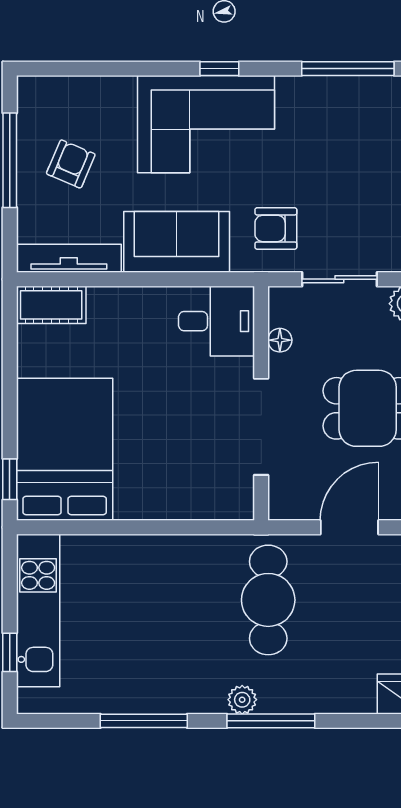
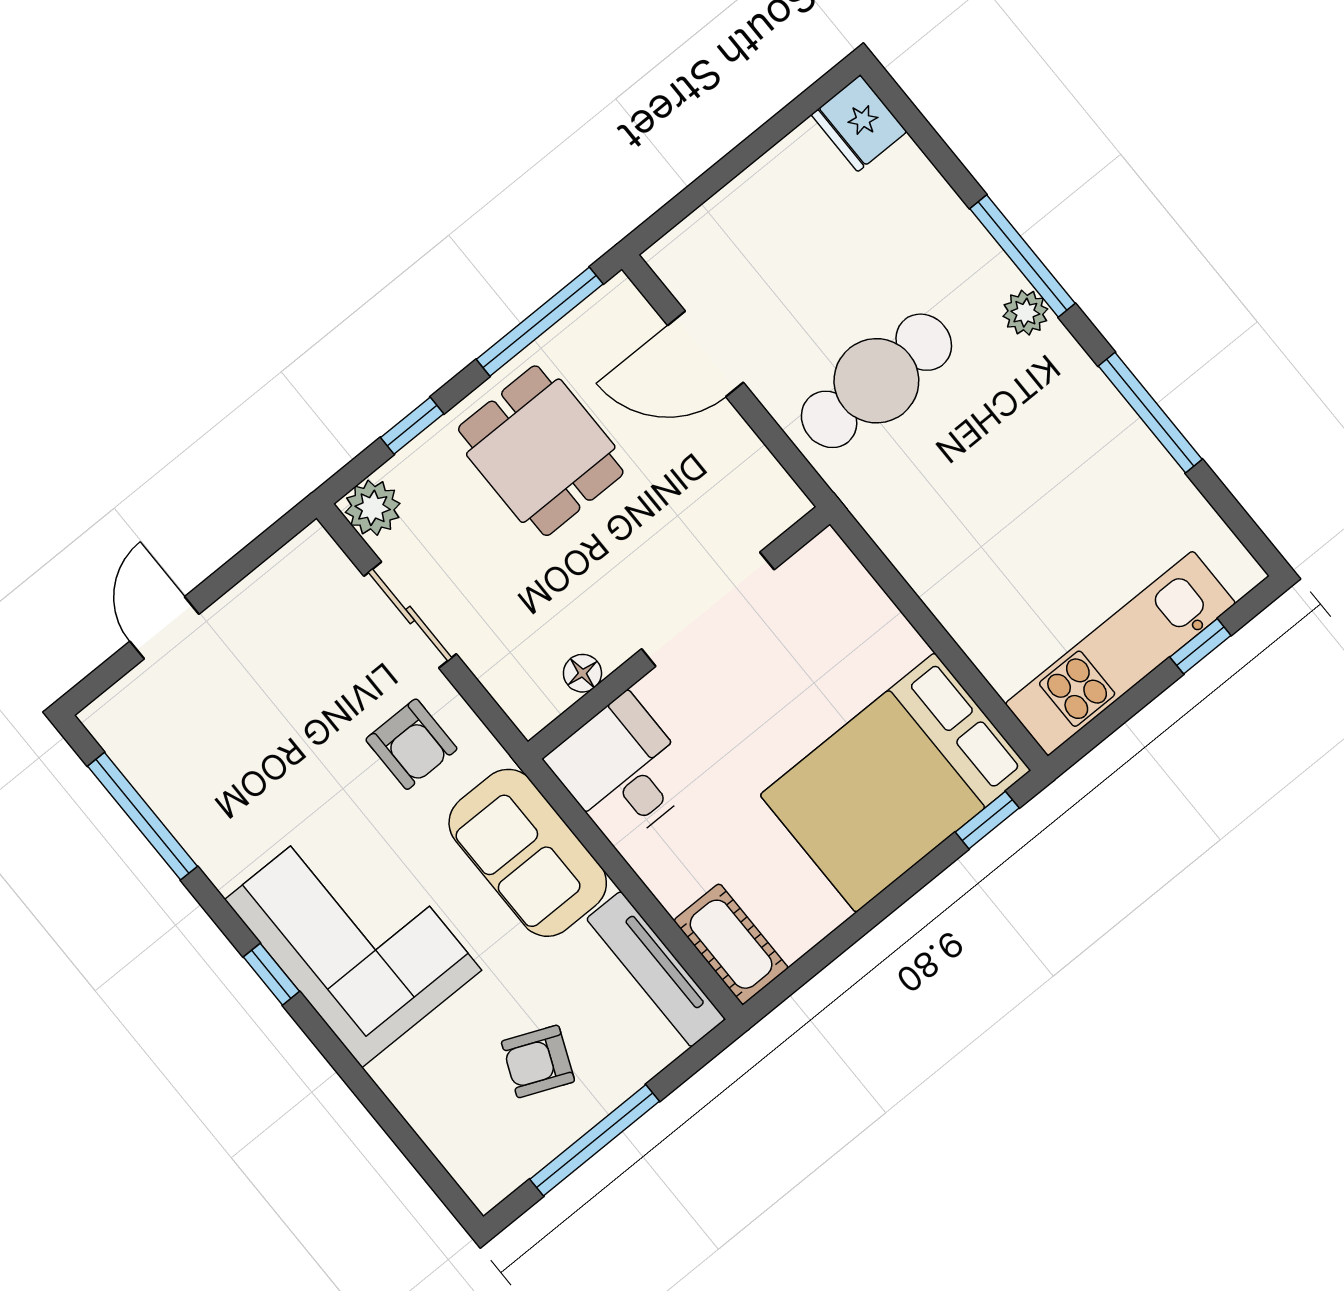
desk: (217, 321) -> (623, 770), moved
floor lamp: (280, 340) -> (582, 673), moved
wall: (261, 403) -> (679, 633), moved
doorway: (261, 427) -> (708, 609), moved

